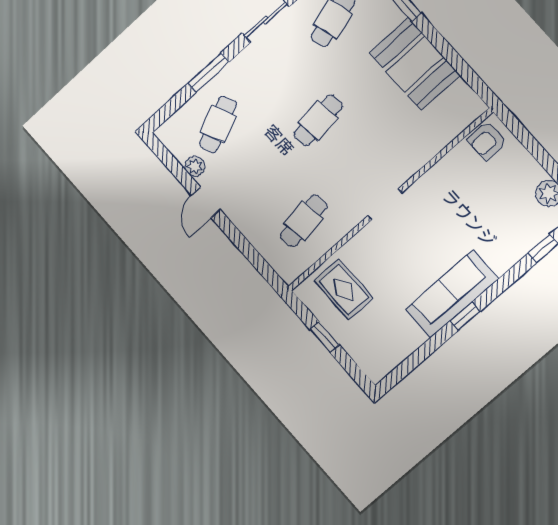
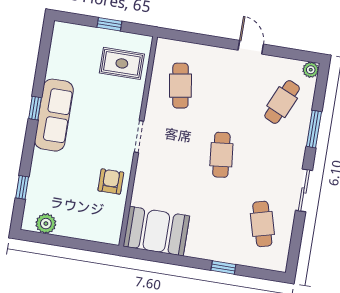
booth: (415, 64) -> (156, 231), moved
cafe table: (218, 124) -> (282, 102), turned 48
armchair: (487, 141) -> (111, 181), moved
plant: (195, 166) -> (311, 70), moved

